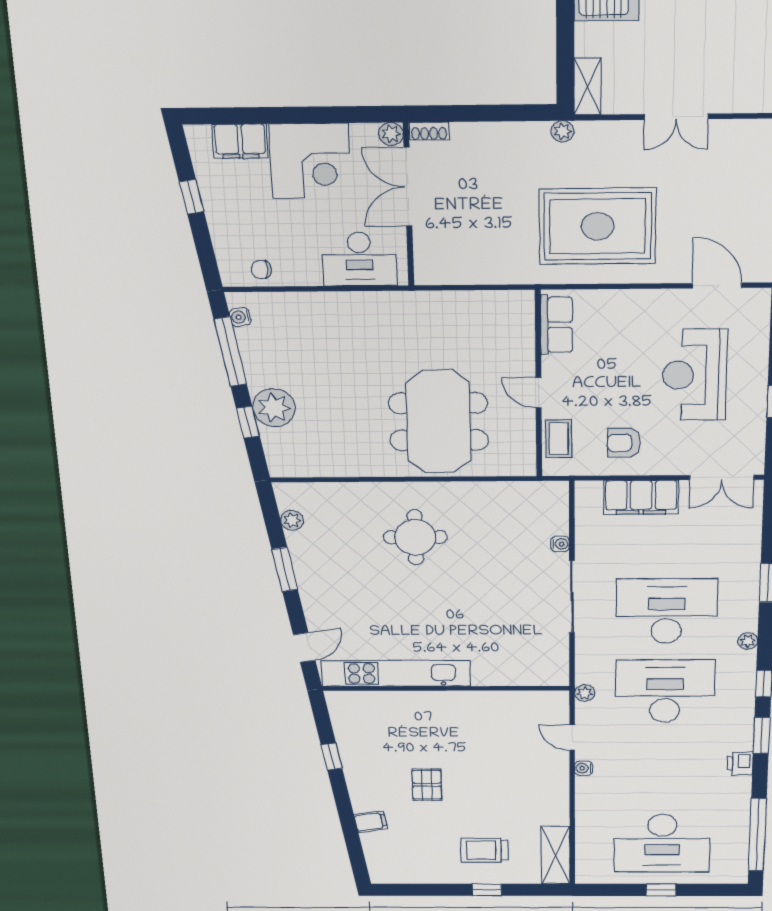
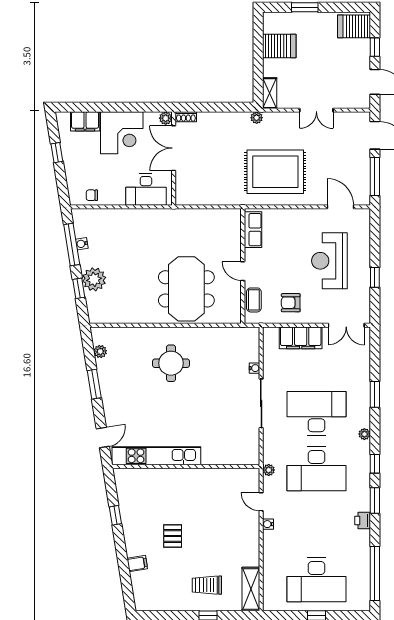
water cooler: (240, 317) -> (82, 244), moved
desk: (665, 691) -> (316, 469), turned 180

